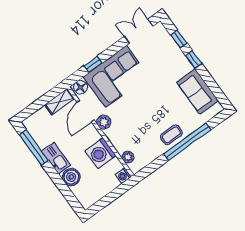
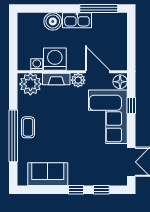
shelving: (59, 102) -> (121, 56), removed
fireplace: (116, 140) -> (56, 79), added
plant: (128, 157) -> (30, 84), width x1.87, depth x1.87
washing machine: (123, 176) -> (37, 64), moved

